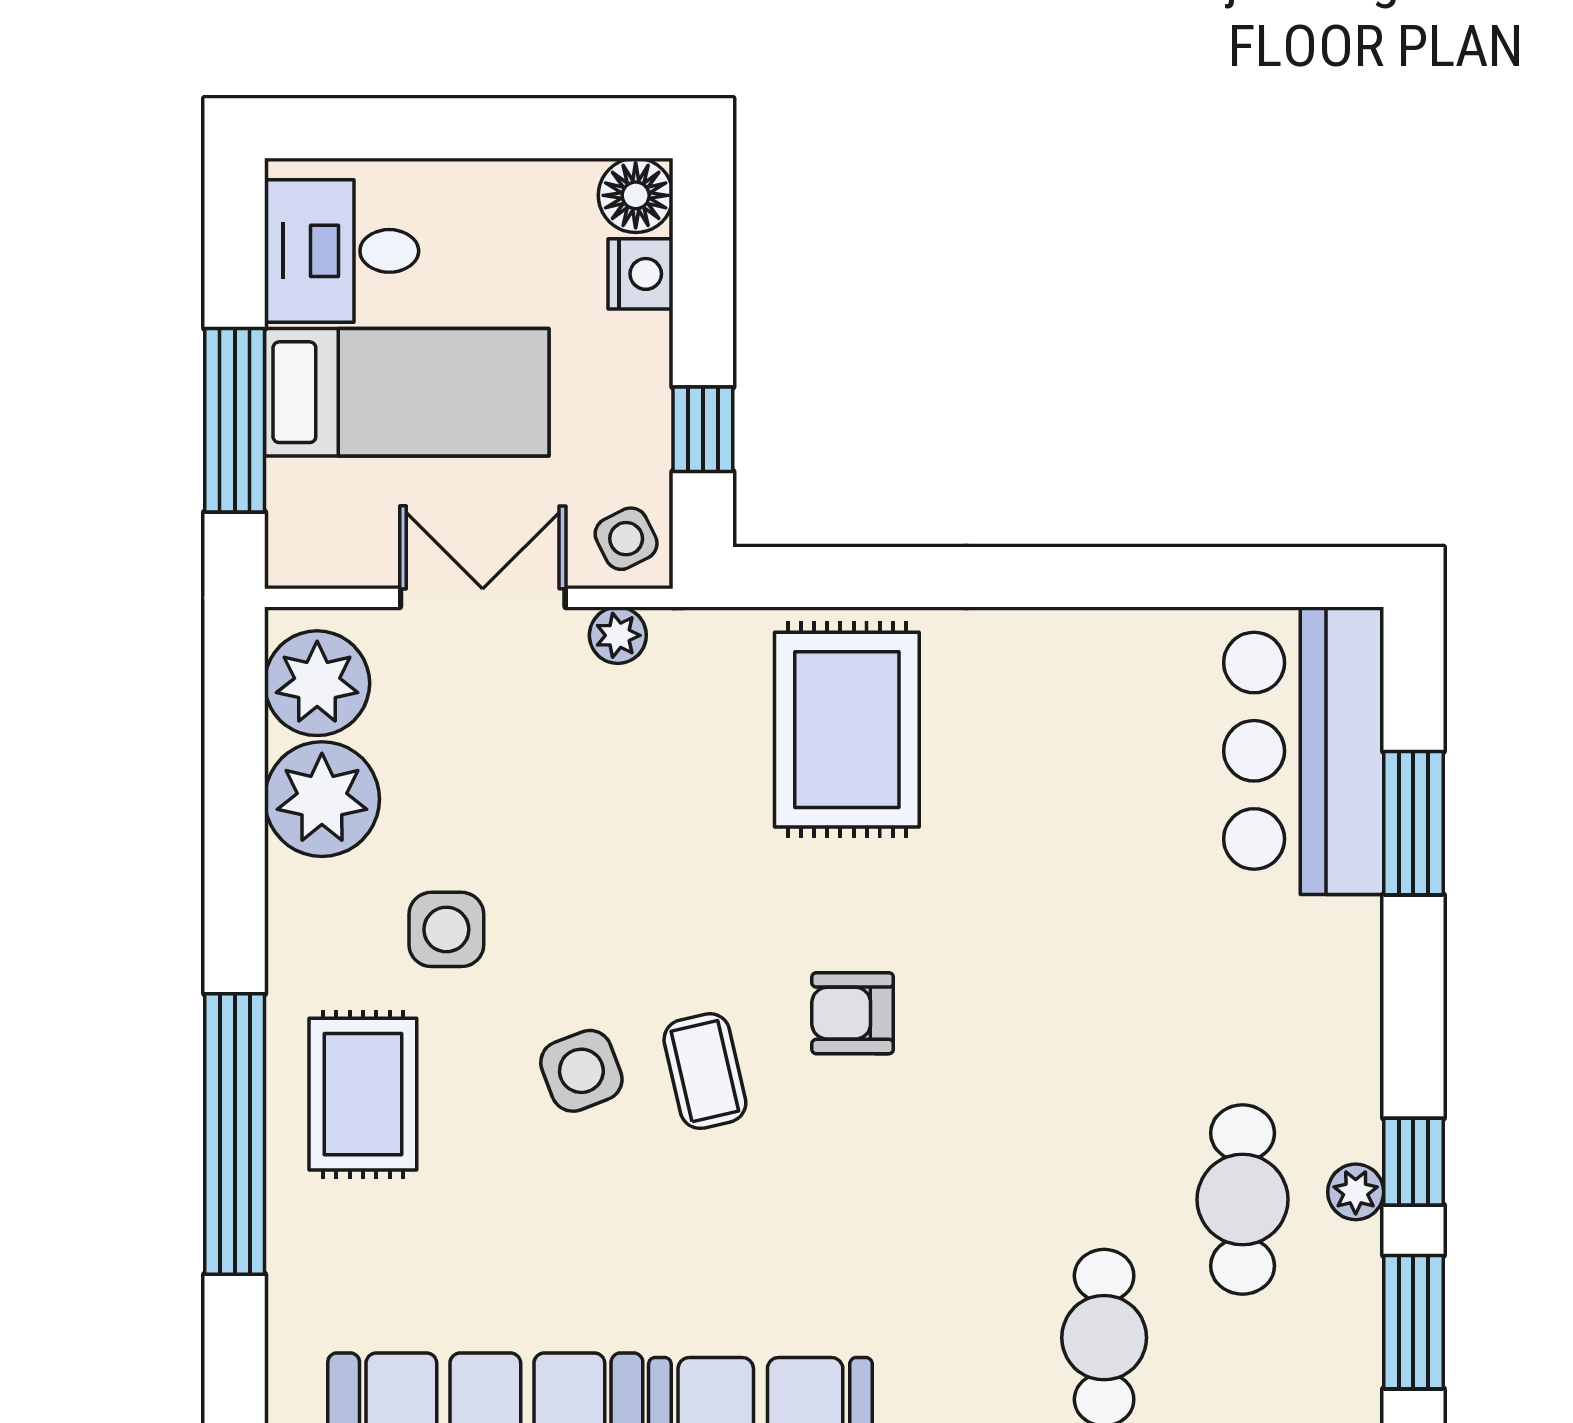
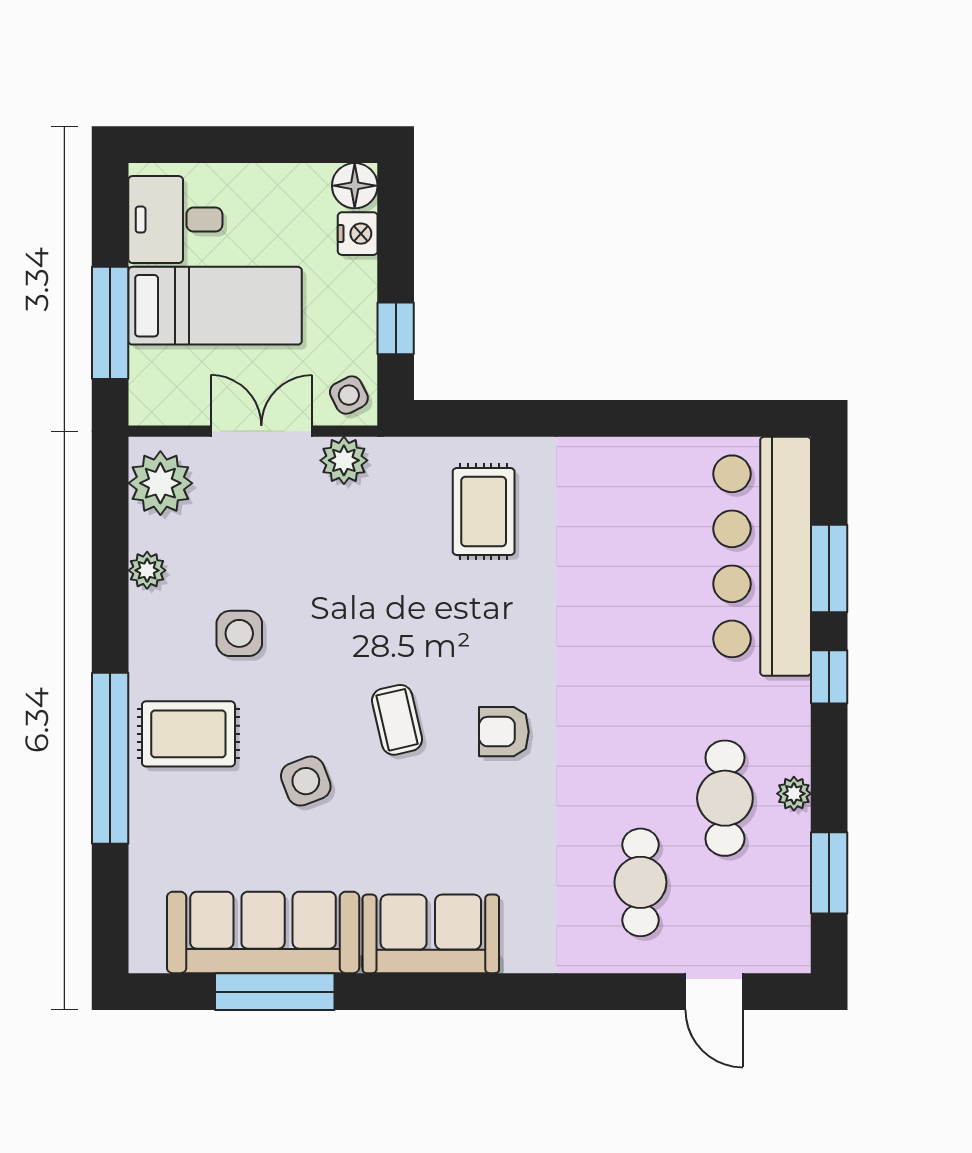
plant: (618, 635) -> (344, 460), width x1.38, depth x1.38
rug: (847, 730) -> (484, 511), width x0.73, depth x0.70
bar counter: (1304, 751) -> (762, 556), width x1.36
plant: (322, 799) -> (147, 570), width x0.53, depth x0.53
armchair: (853, 1013) -> (504, 732), moved
side table: (581, 1071) -> (306, 781), moved
rug: (363, 1094) -> (188, 734), turned 90
window: (1413, 1162) -> (829, 677), moved

